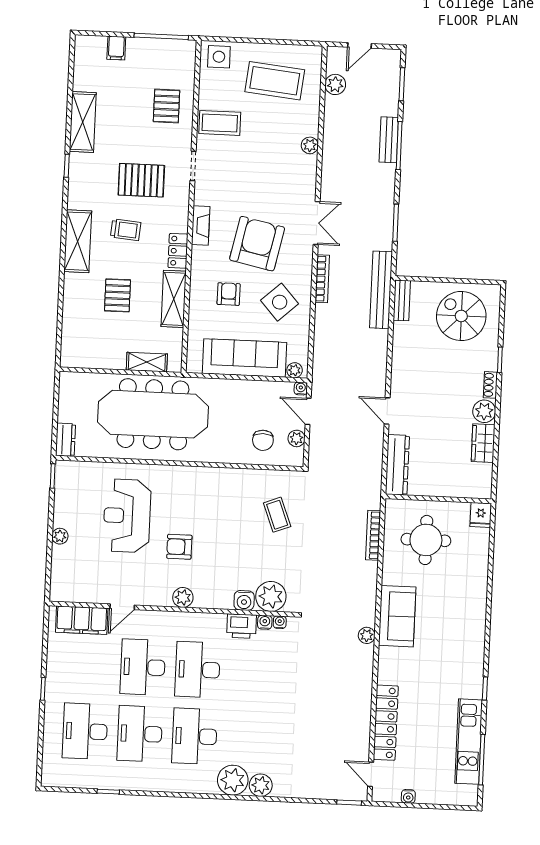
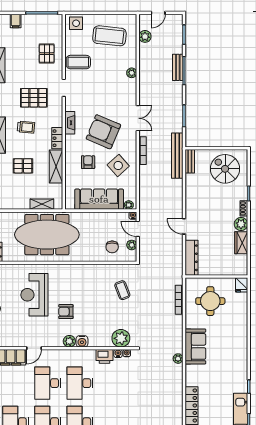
armchair: (257, 244) -> (103, 132), turned -79
pallet: (117, 295) -> (23, 166), turned 90
water cooler: (244, 600) -> (82, 341), moved

